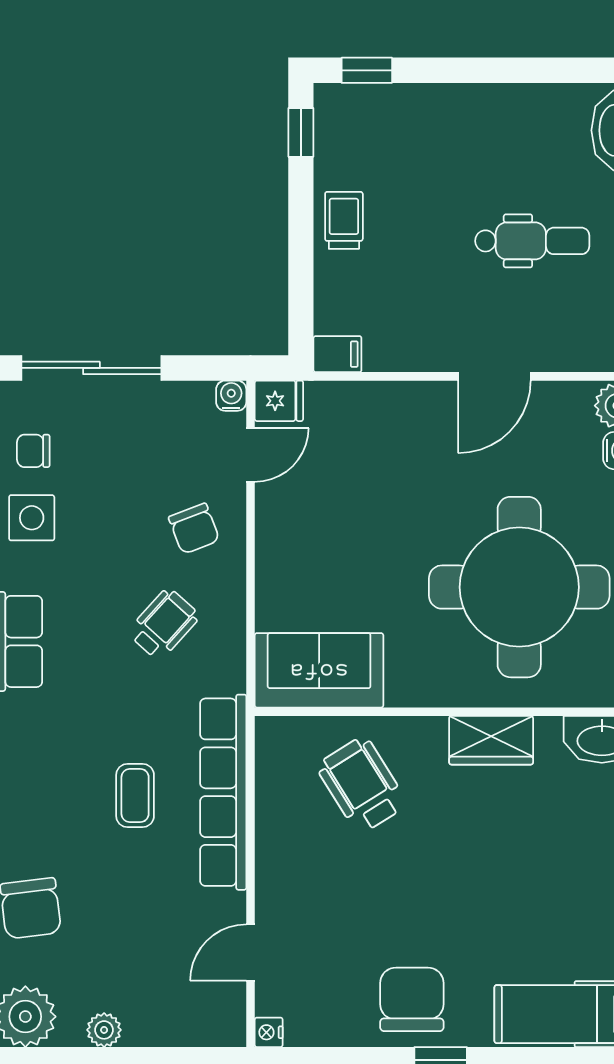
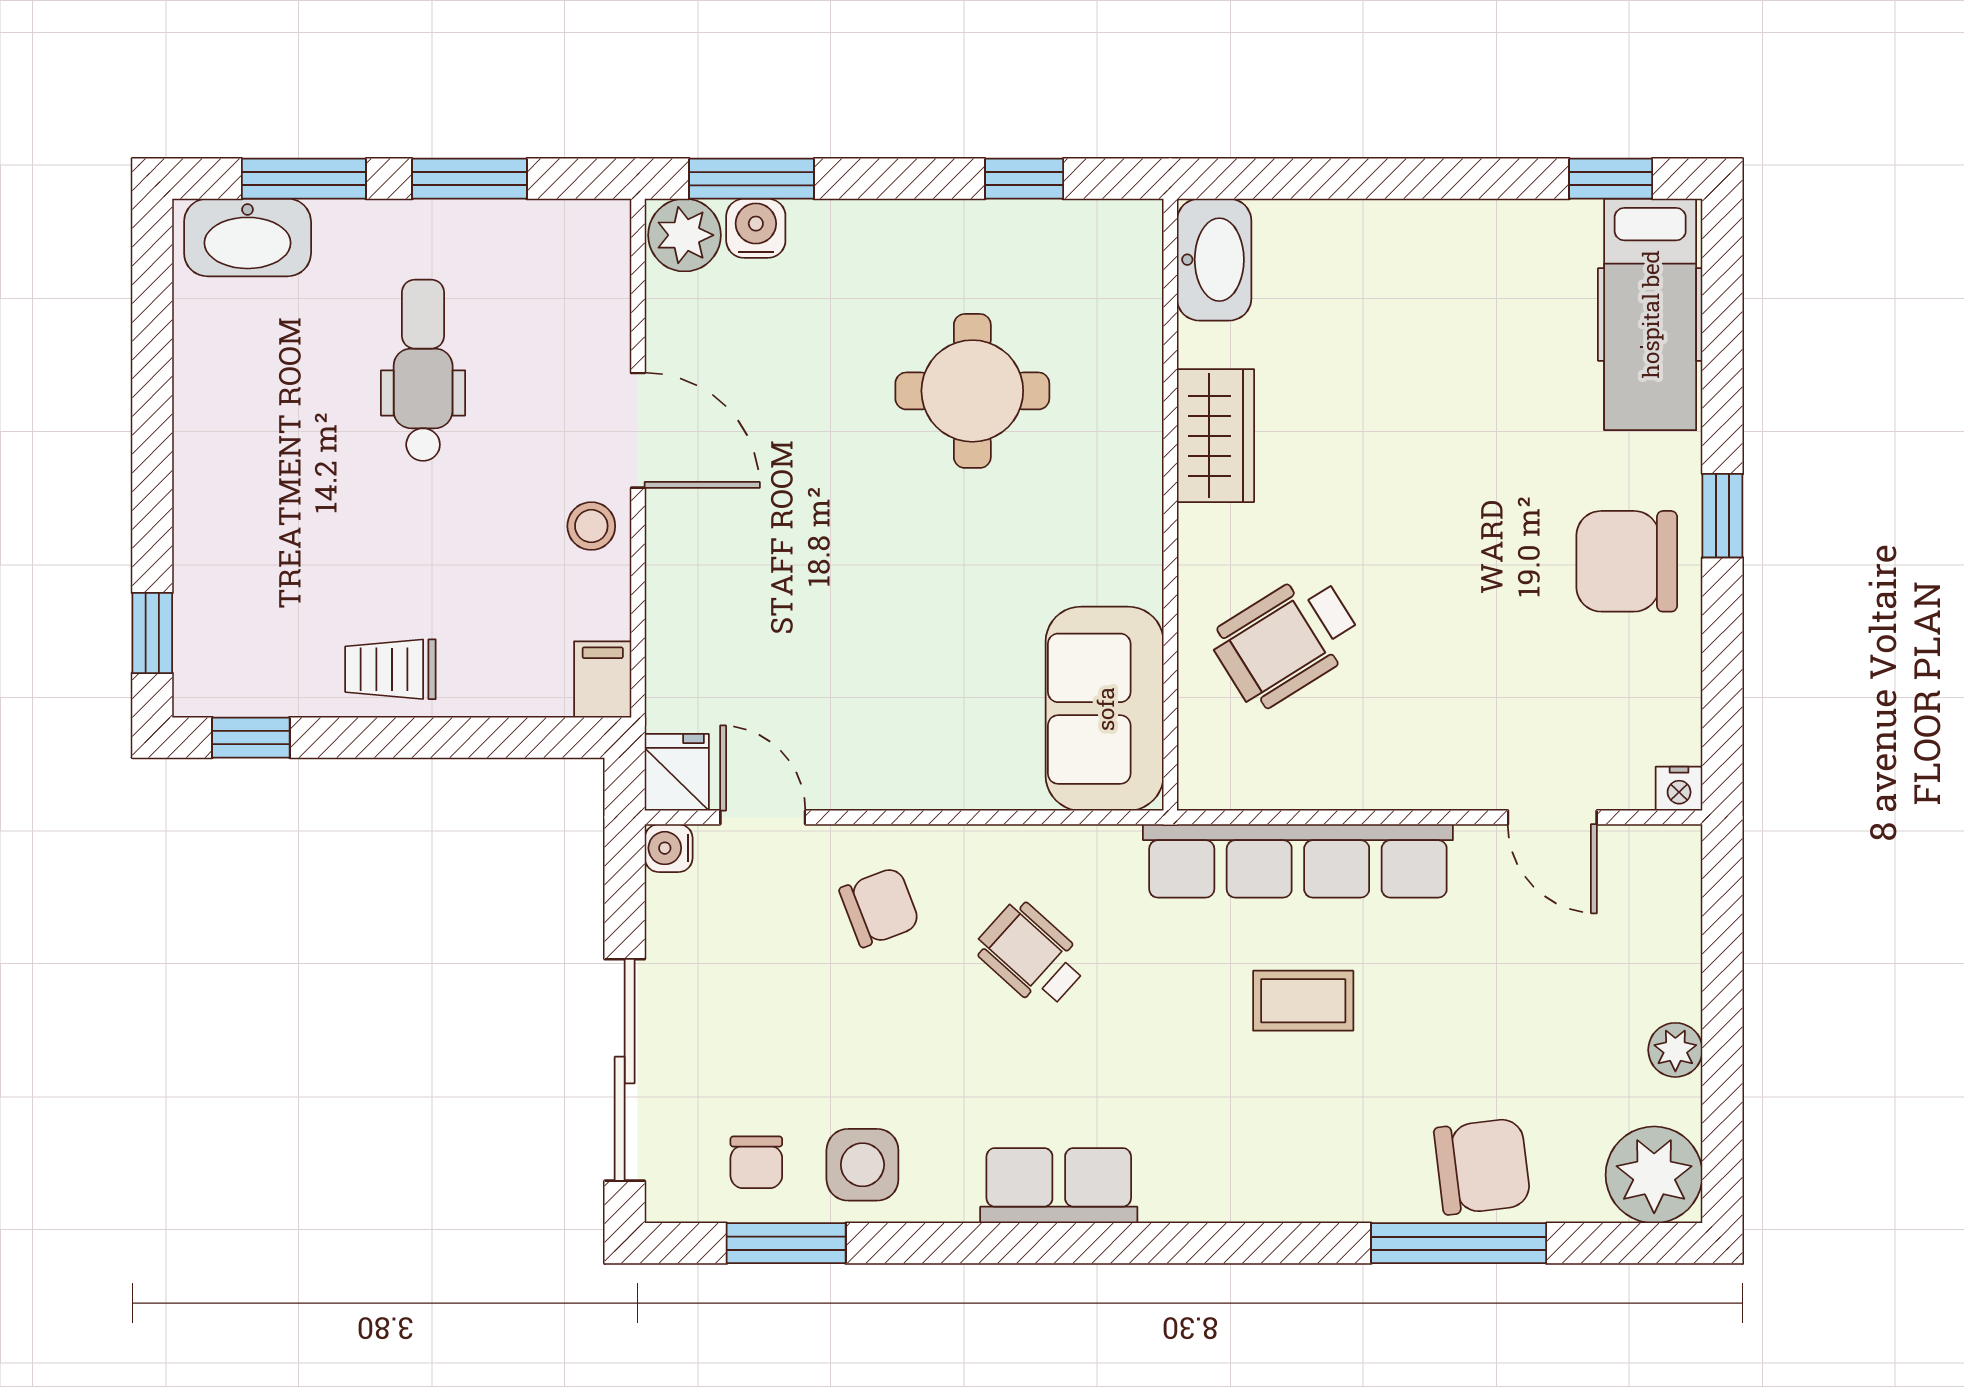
stool: (434, 347) -> (591, 526), added
round table: (519, 587) -> (972, 391), width x0.54, depth x0.54

